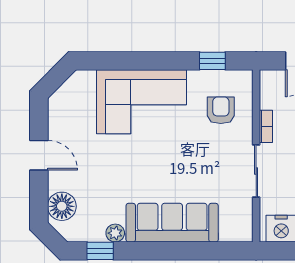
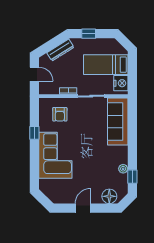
window: (212, 61) -> (34, 133), moved
armchair: (221, 110) -> (60, 114), turned -90
sofa: (172, 223) -> (118, 122), moved

